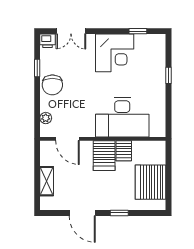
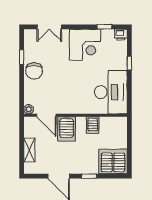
printer: (48, 41) -> (121, 35), moved
desk: (122, 117) -> (111, 92), moved, turned -90
plant: (46, 118) -> (29, 109), moved
server rack: (104, 156) -> (67, 129), moved
server rack: (151, 182) -> (113, 161), moved, turned 90

